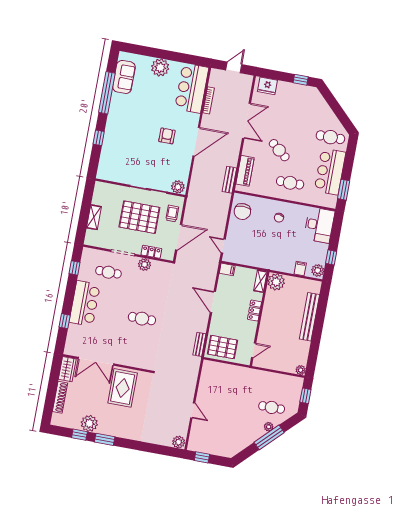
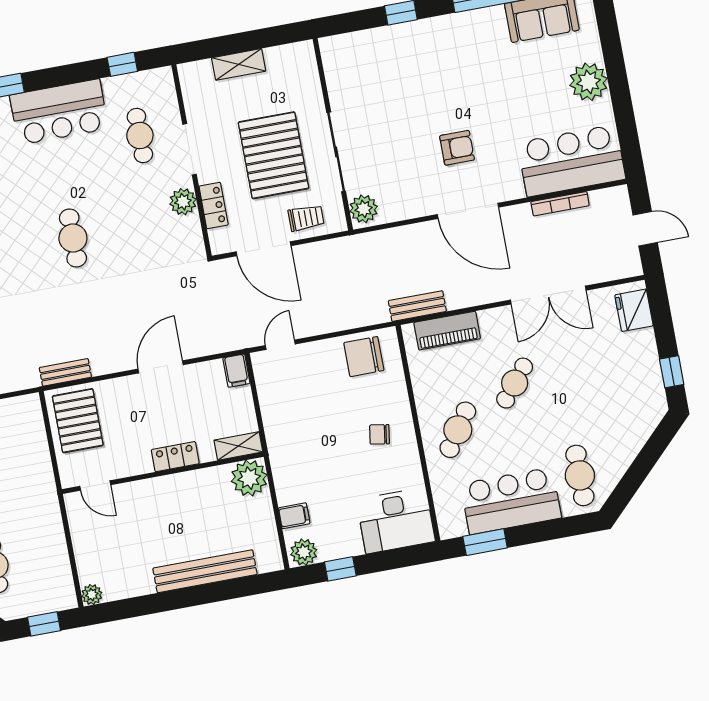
cafe table: (290, 183) -> (458, 430), turned 34

